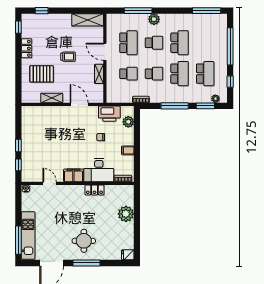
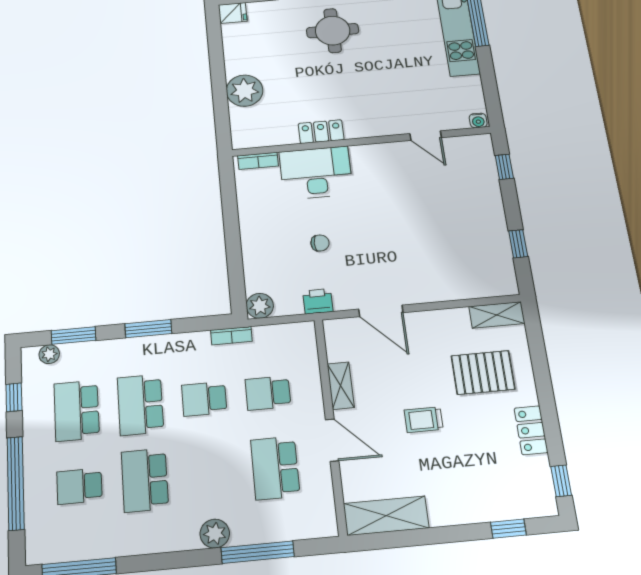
school desk: (154, 43) -> (79, 486), moved
shelving: (52, 98) -> (497, 315), moved
window: (175, 106) -> (148, 329), width x0.69
printer: (109, 114) -> (318, 301), width x0.53, depth x0.68
plant: (128, 122) -> (260, 306), moved
window: (18, 146) -> (518, 244), moved
filing cabinet: (128, 150) -> (253, 221), removed
filing cabinet: (73, 175) -> (373, 157), removed

